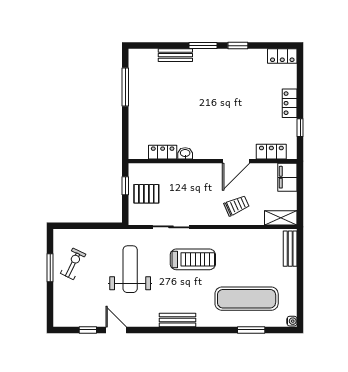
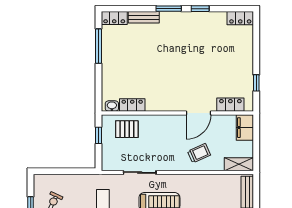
locker: (290, 103) -> (114, 18), moved, turned -90
washbasin: (185, 153) -> (112, 106), moved
pallet: (146, 194) -> (127, 129), moved

